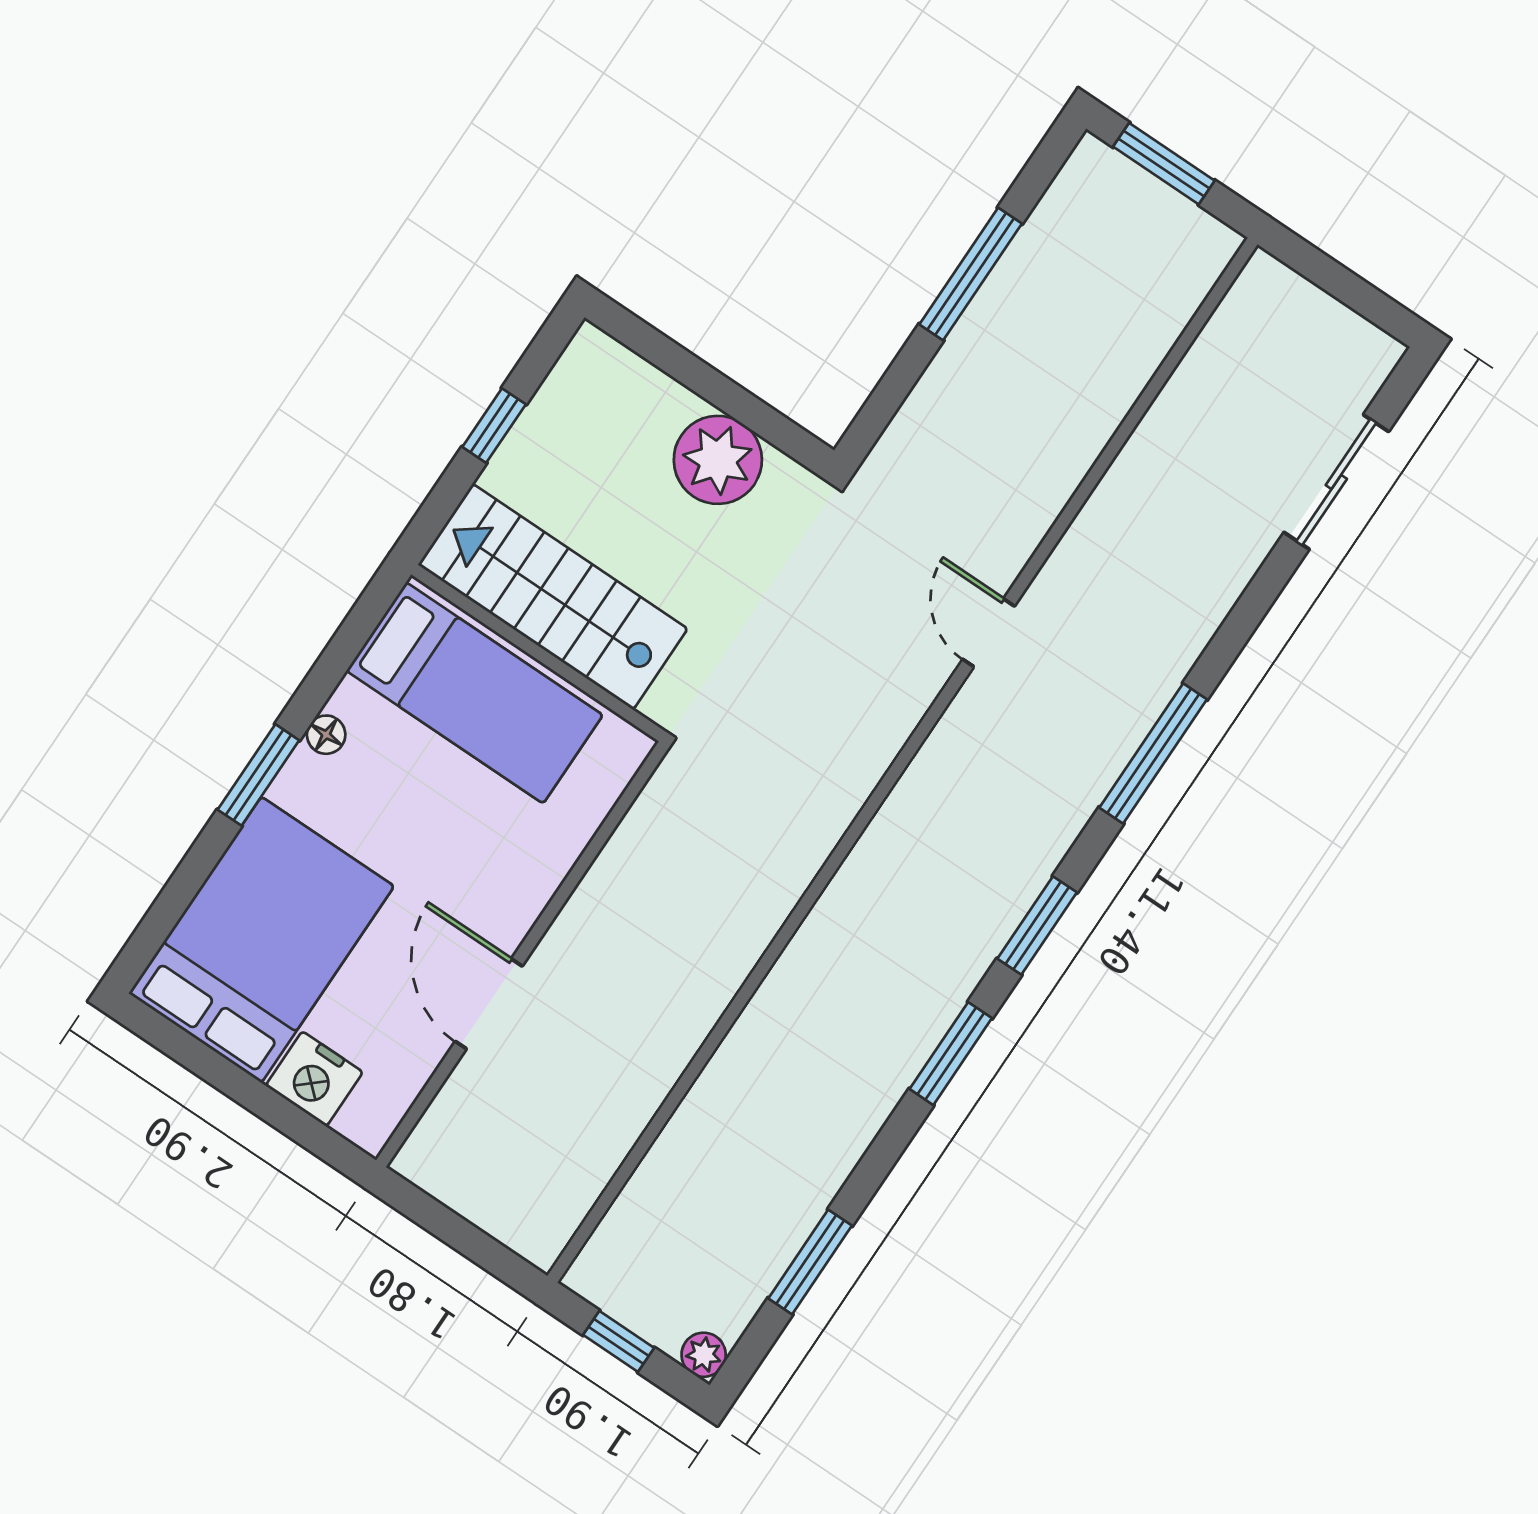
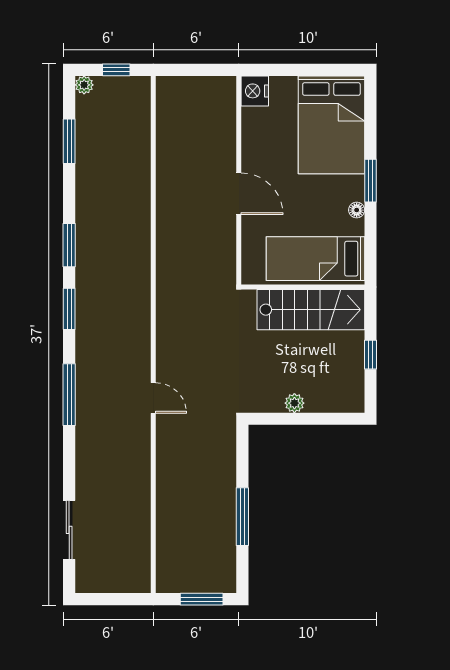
plant: (718, 460) -> (294, 403), width x0.53, depth x0.53
door: (489, 1004) -> (239, 194), moved
nightstand: (314, 1079) -> (255, 91), moved, turned -90

